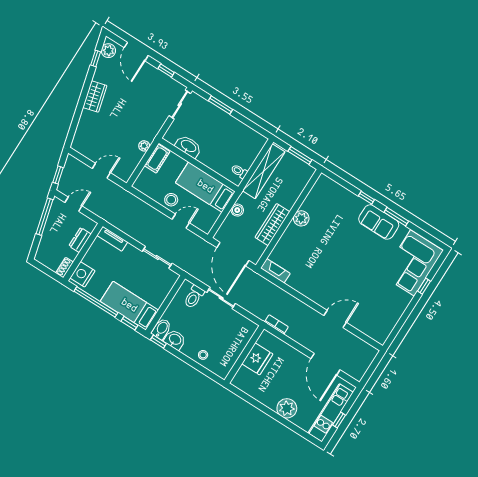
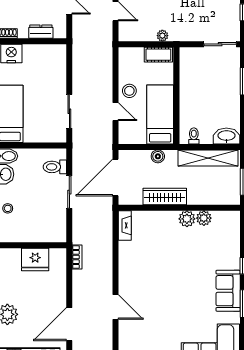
washbasin: (188, 146) -> (226, 136), moved, turned -90
plant: (309, 205) -> (204, 218), added
tv unit: (112, 239) -> (60, 60), removed

